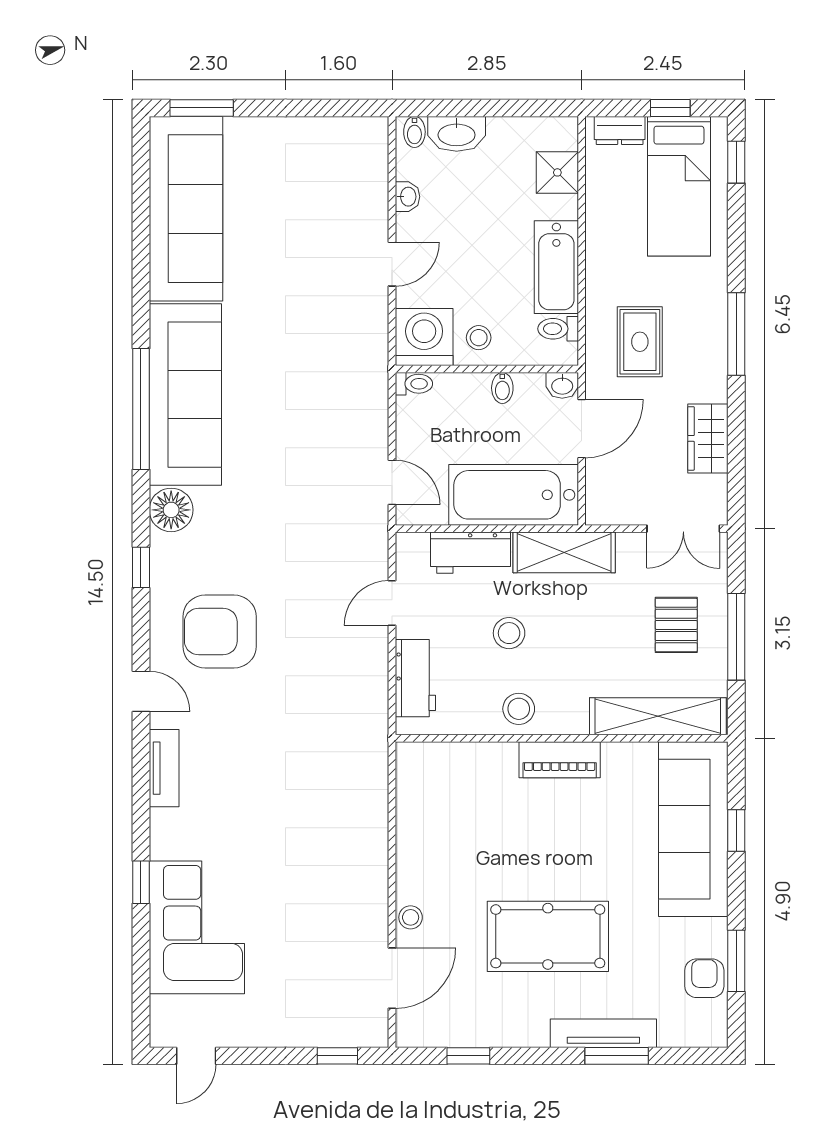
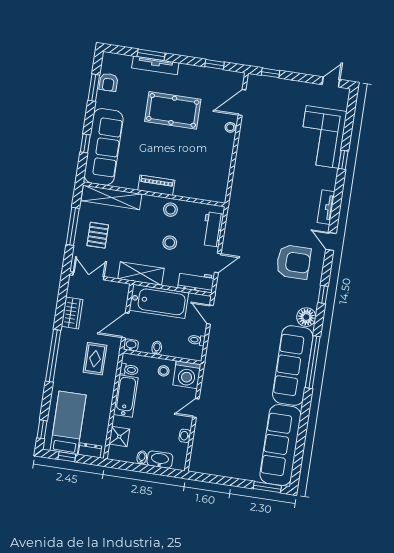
bidet: (414, 132) -> (142, 458), moved
window: (736, 334) -> (53, 356), width x1.46
toilet: (414, 384) -> (197, 340), moved
workbench: (471, 553) -> (196, 282), moved

